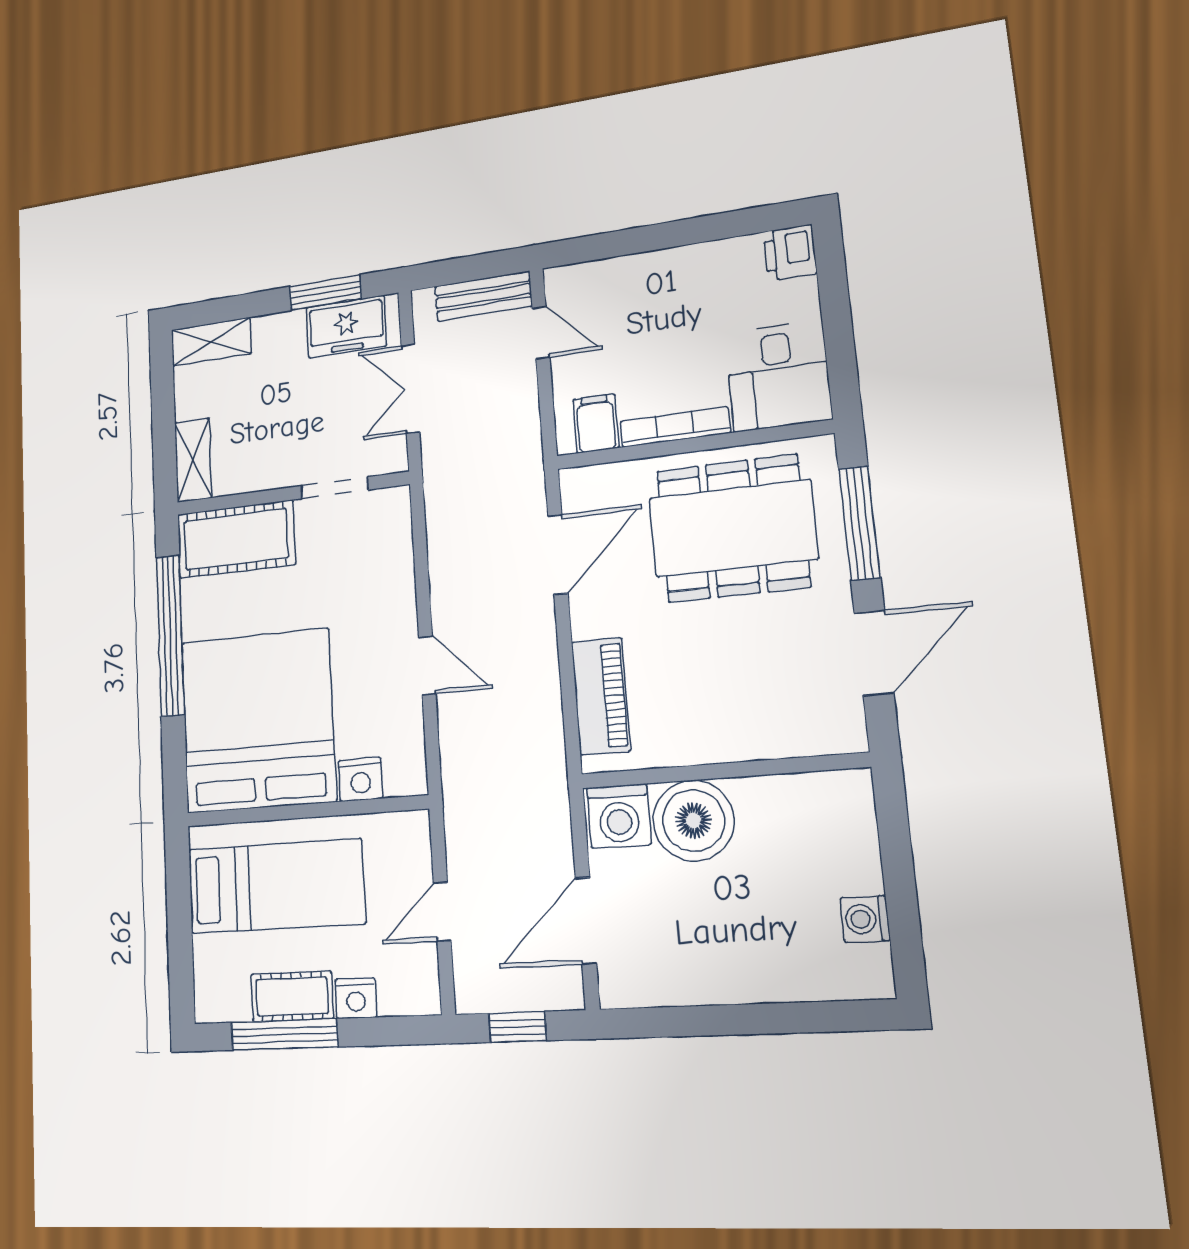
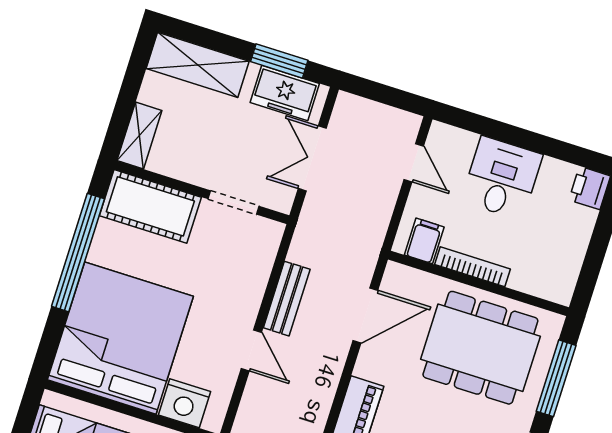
bench: (483, 296) -> (287, 299), moved, turned 90
shelving: (211, 342) -> (198, 65), width x1.50, depth x1.33
desk: (778, 376) -> (502, 178), moved, turned 180
nightstand: (361, 779) -> (184, 403), width x1.36, depth x1.33

